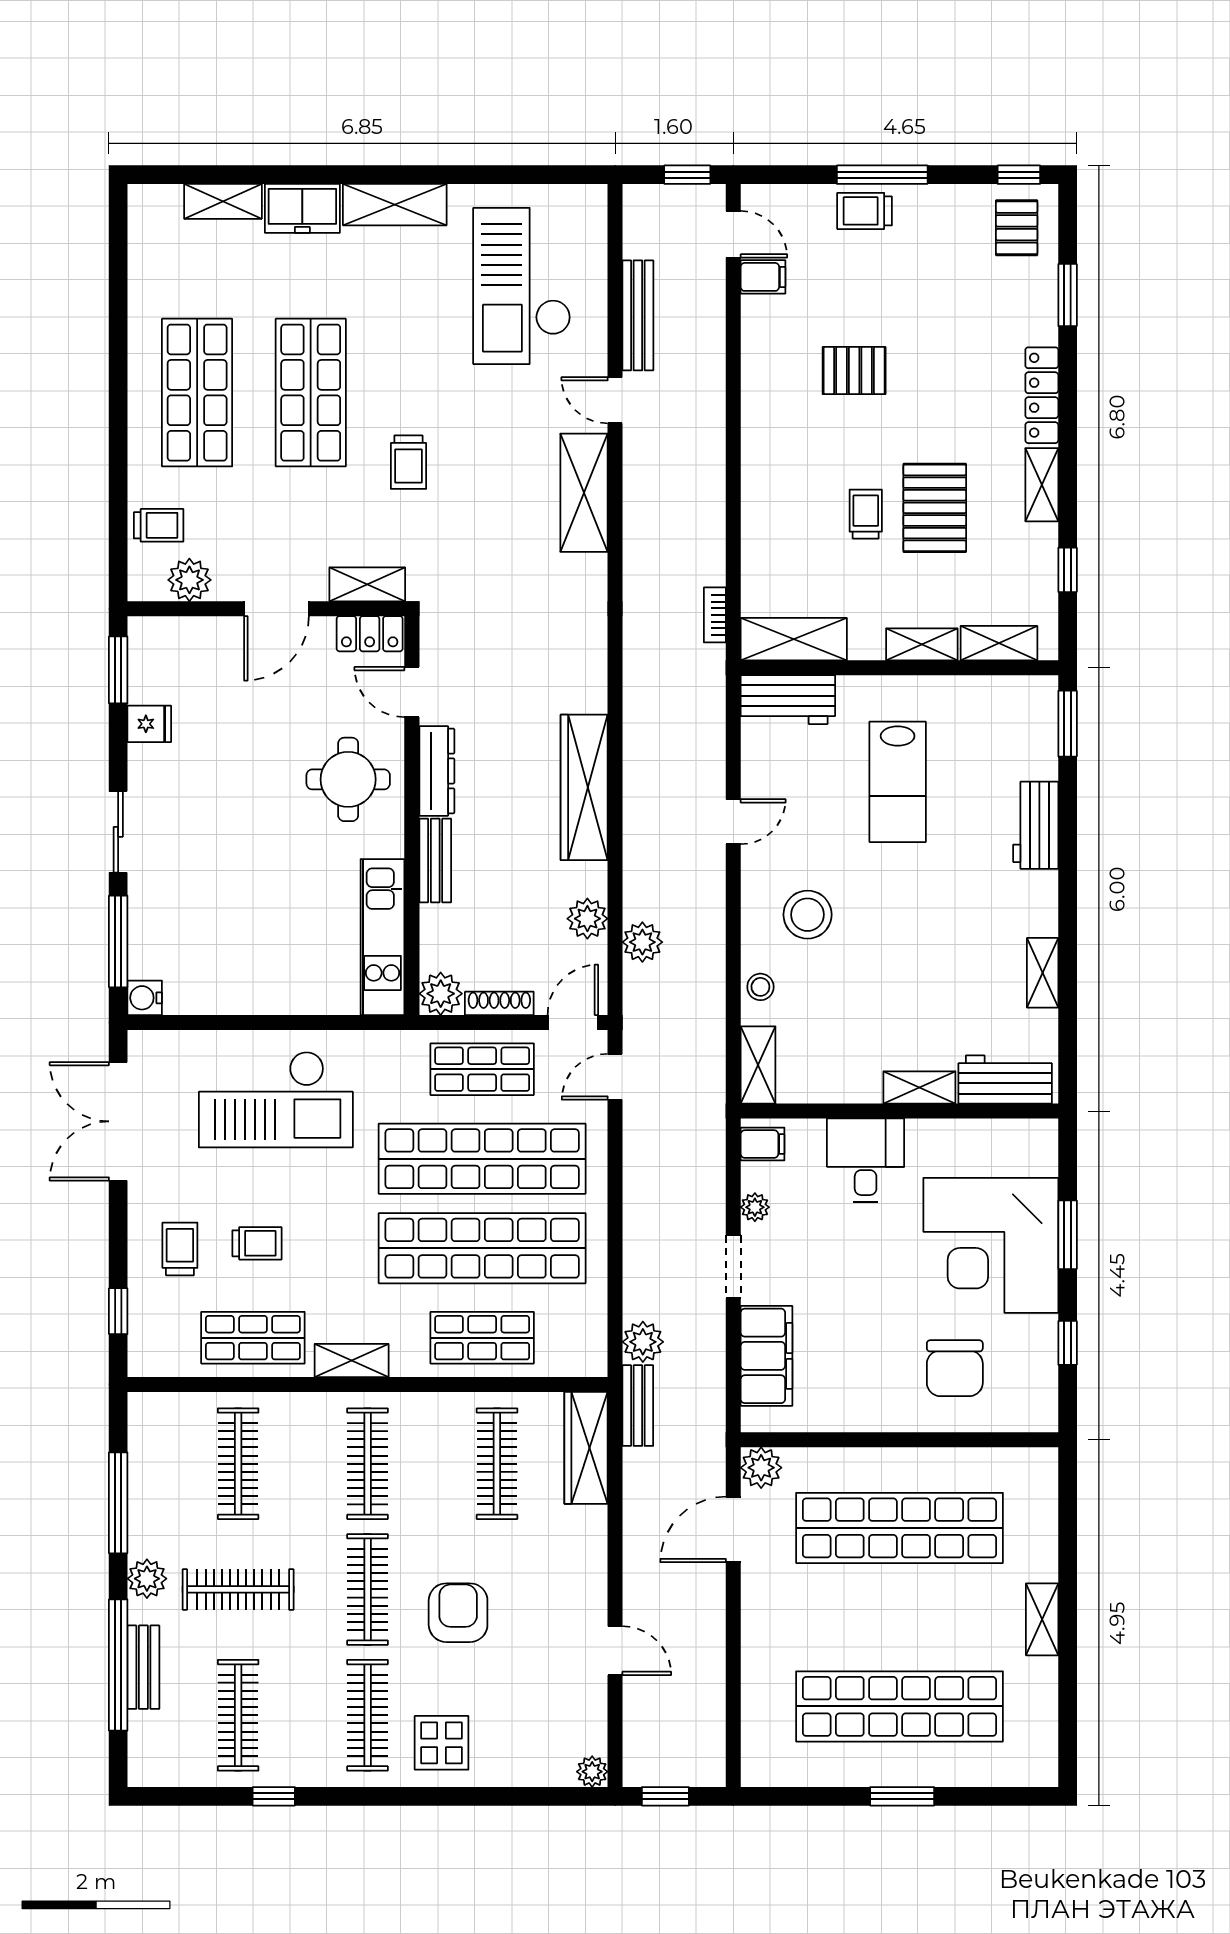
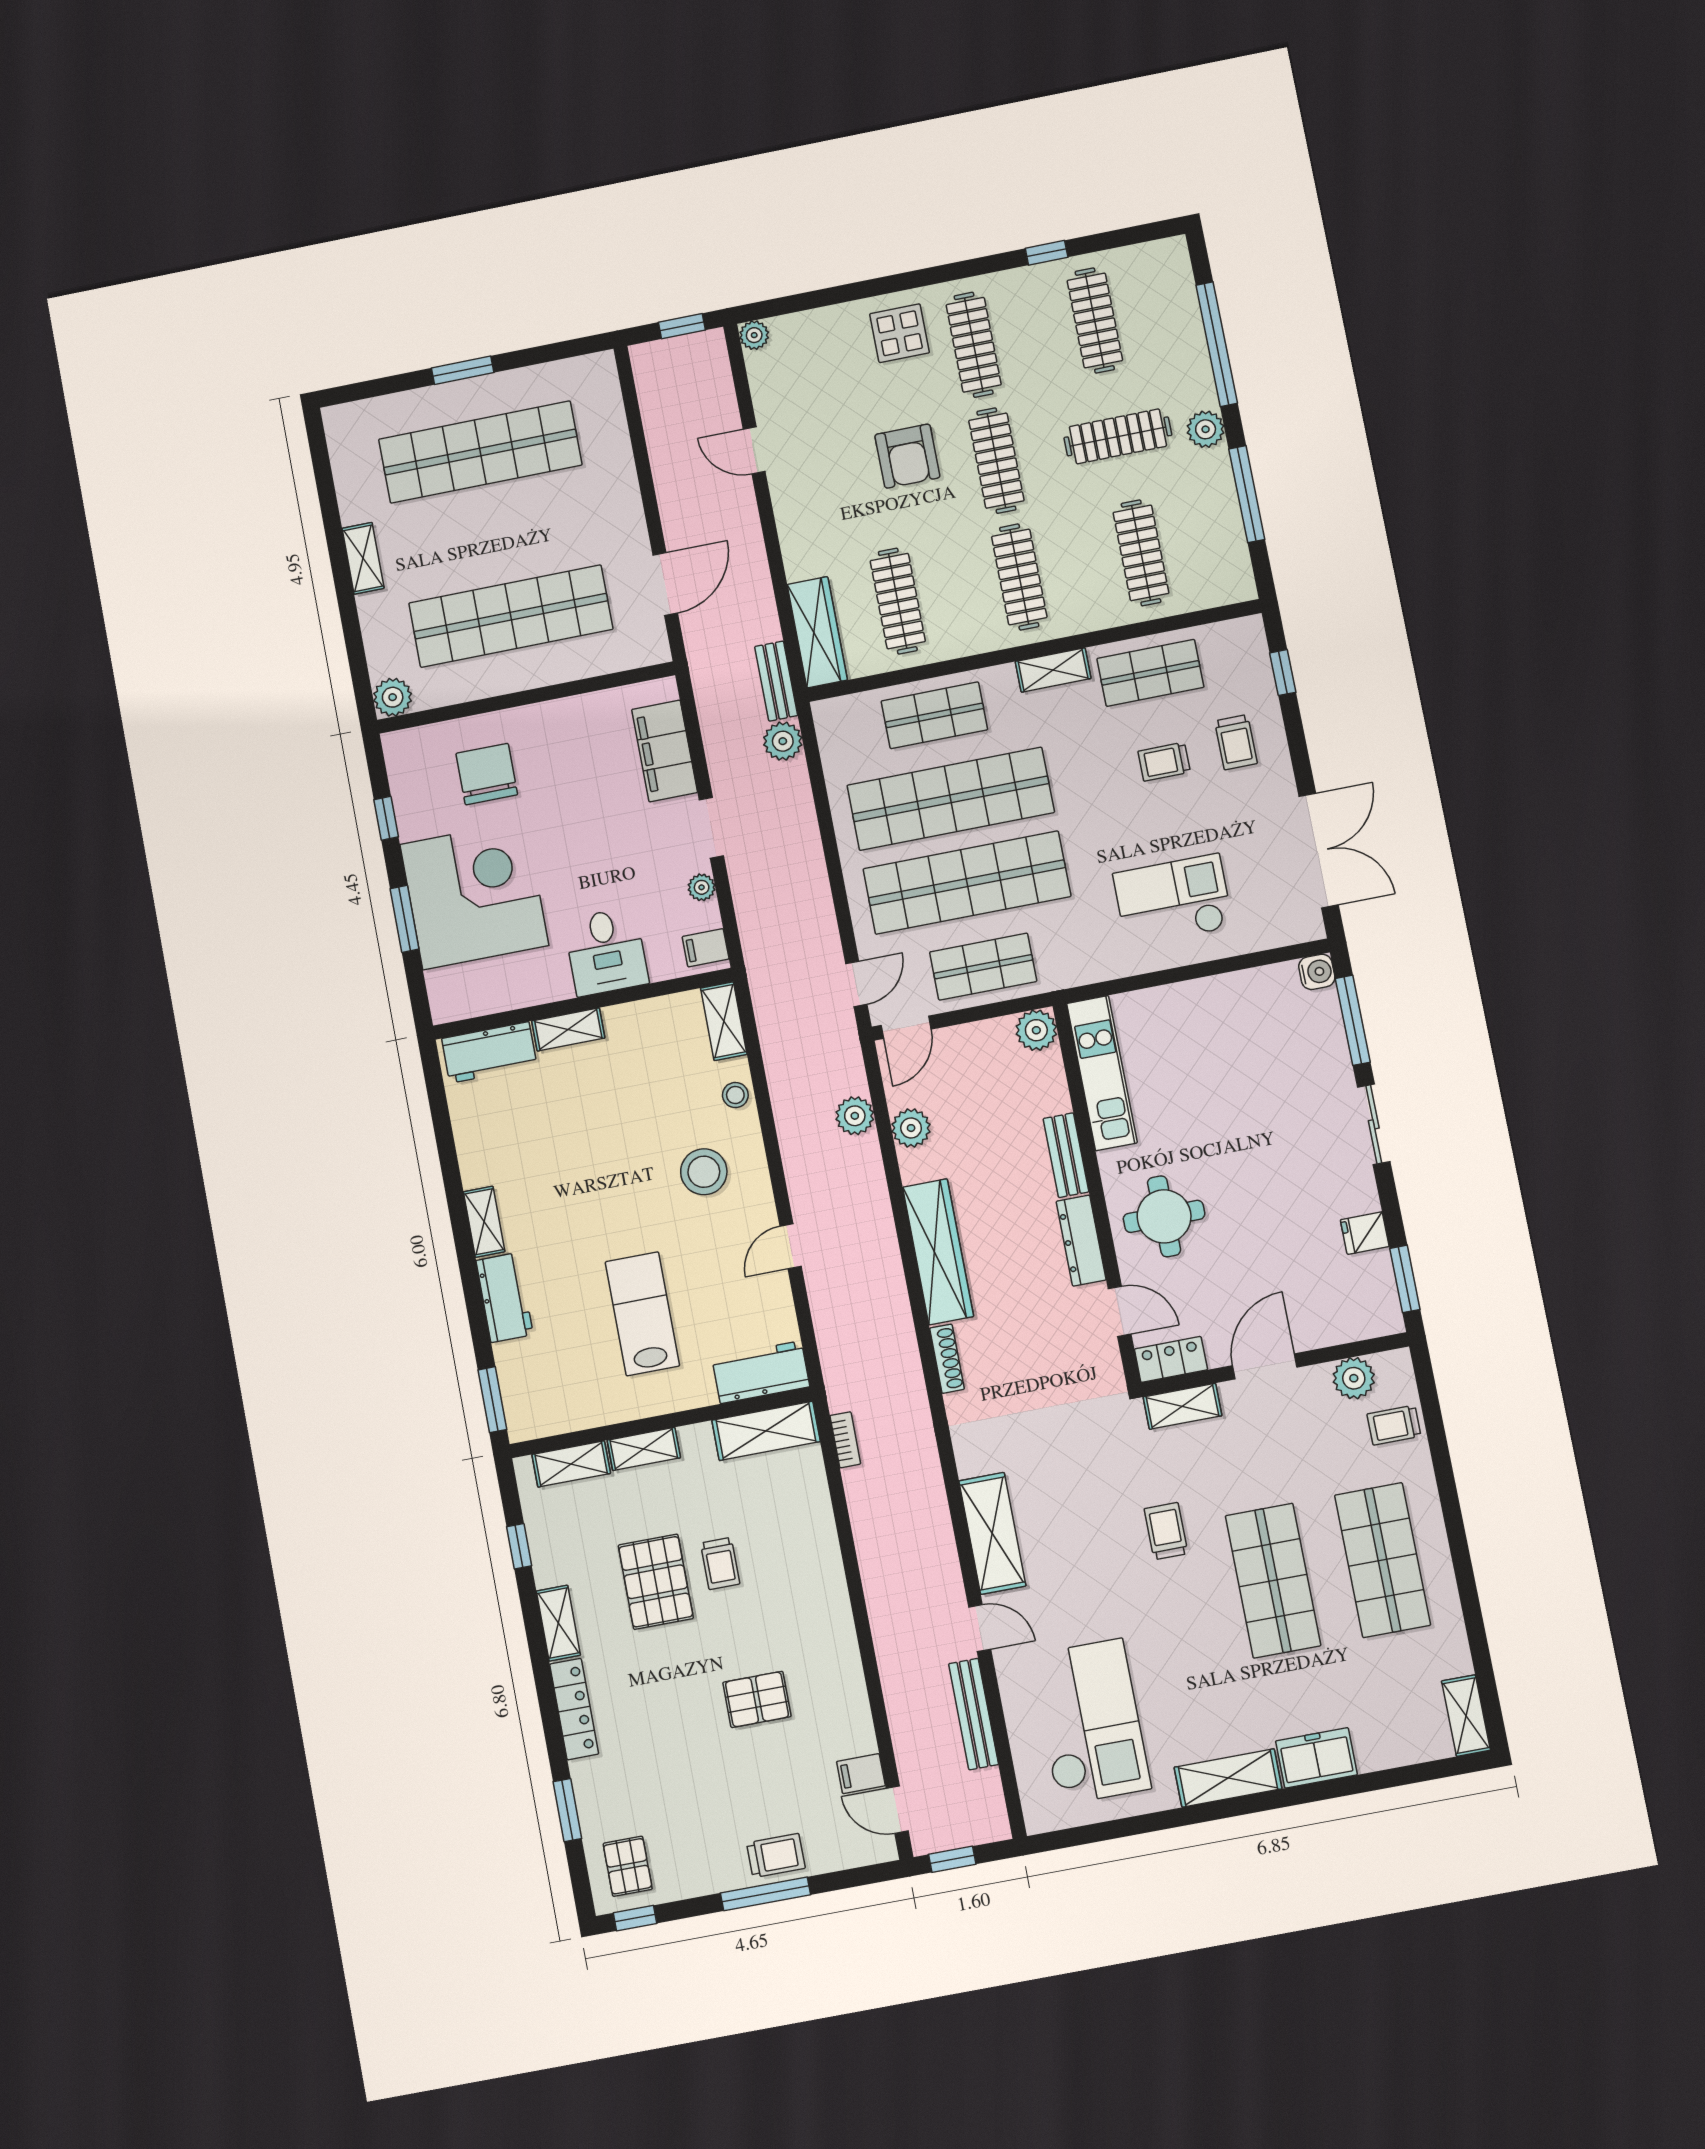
shelving: (223, 201) -> (1466, 1716), moved, turned 90
shelving: (1043, 973) -> (484, 1222), moved
shoe rack: (499, 1003) -> (947, 1359), moved, turned -90
checkout: (276, 1099) -> (1173, 900), width x0.73, depth x0.83
plant: (761, 1468) -> (393, 697), moved
bench: (143, 1667) -> (1193, 347), removed

